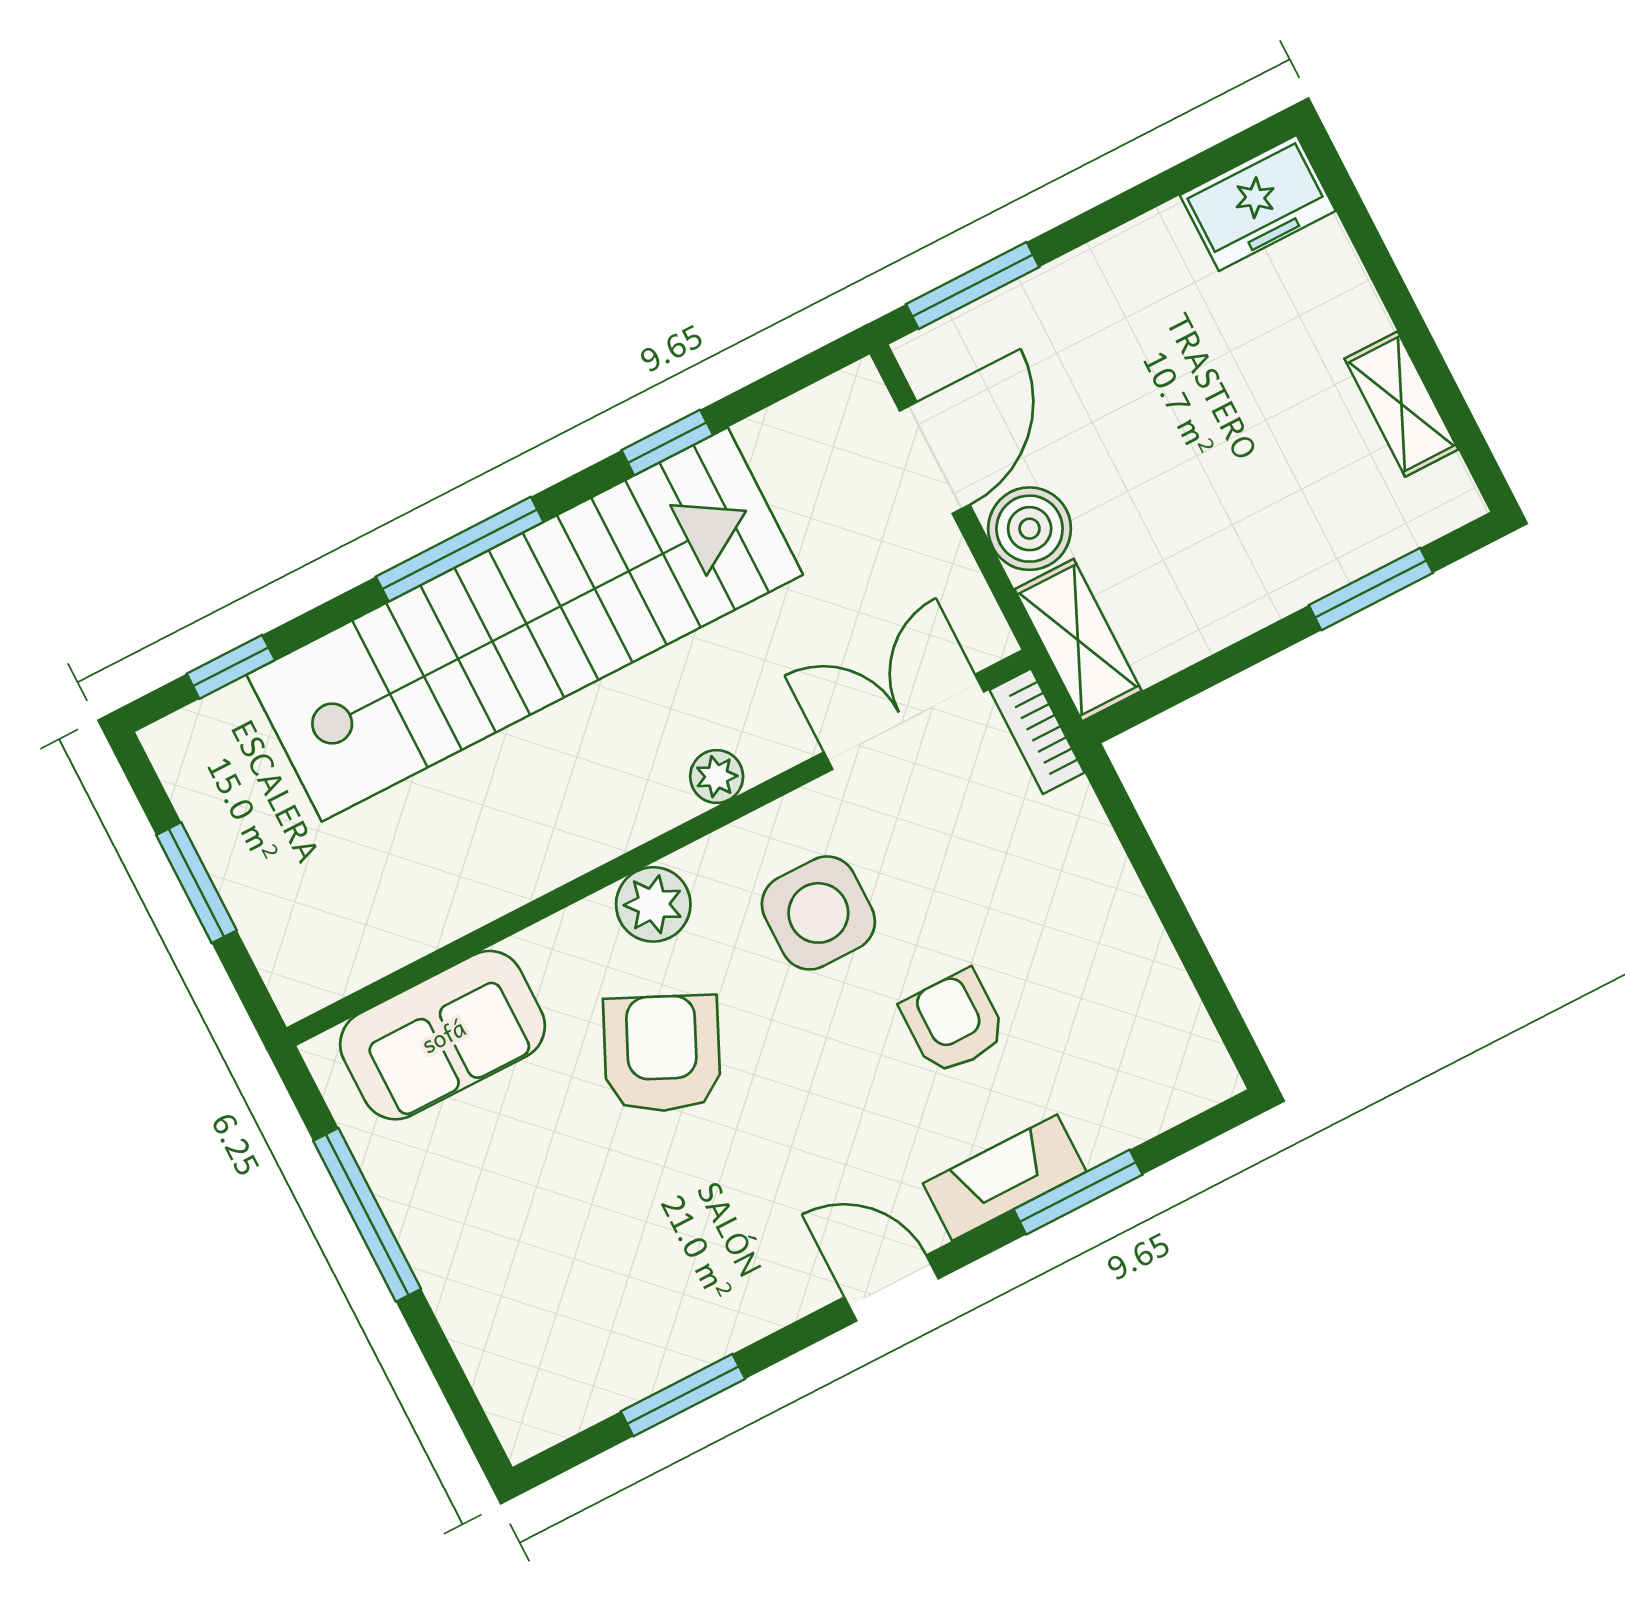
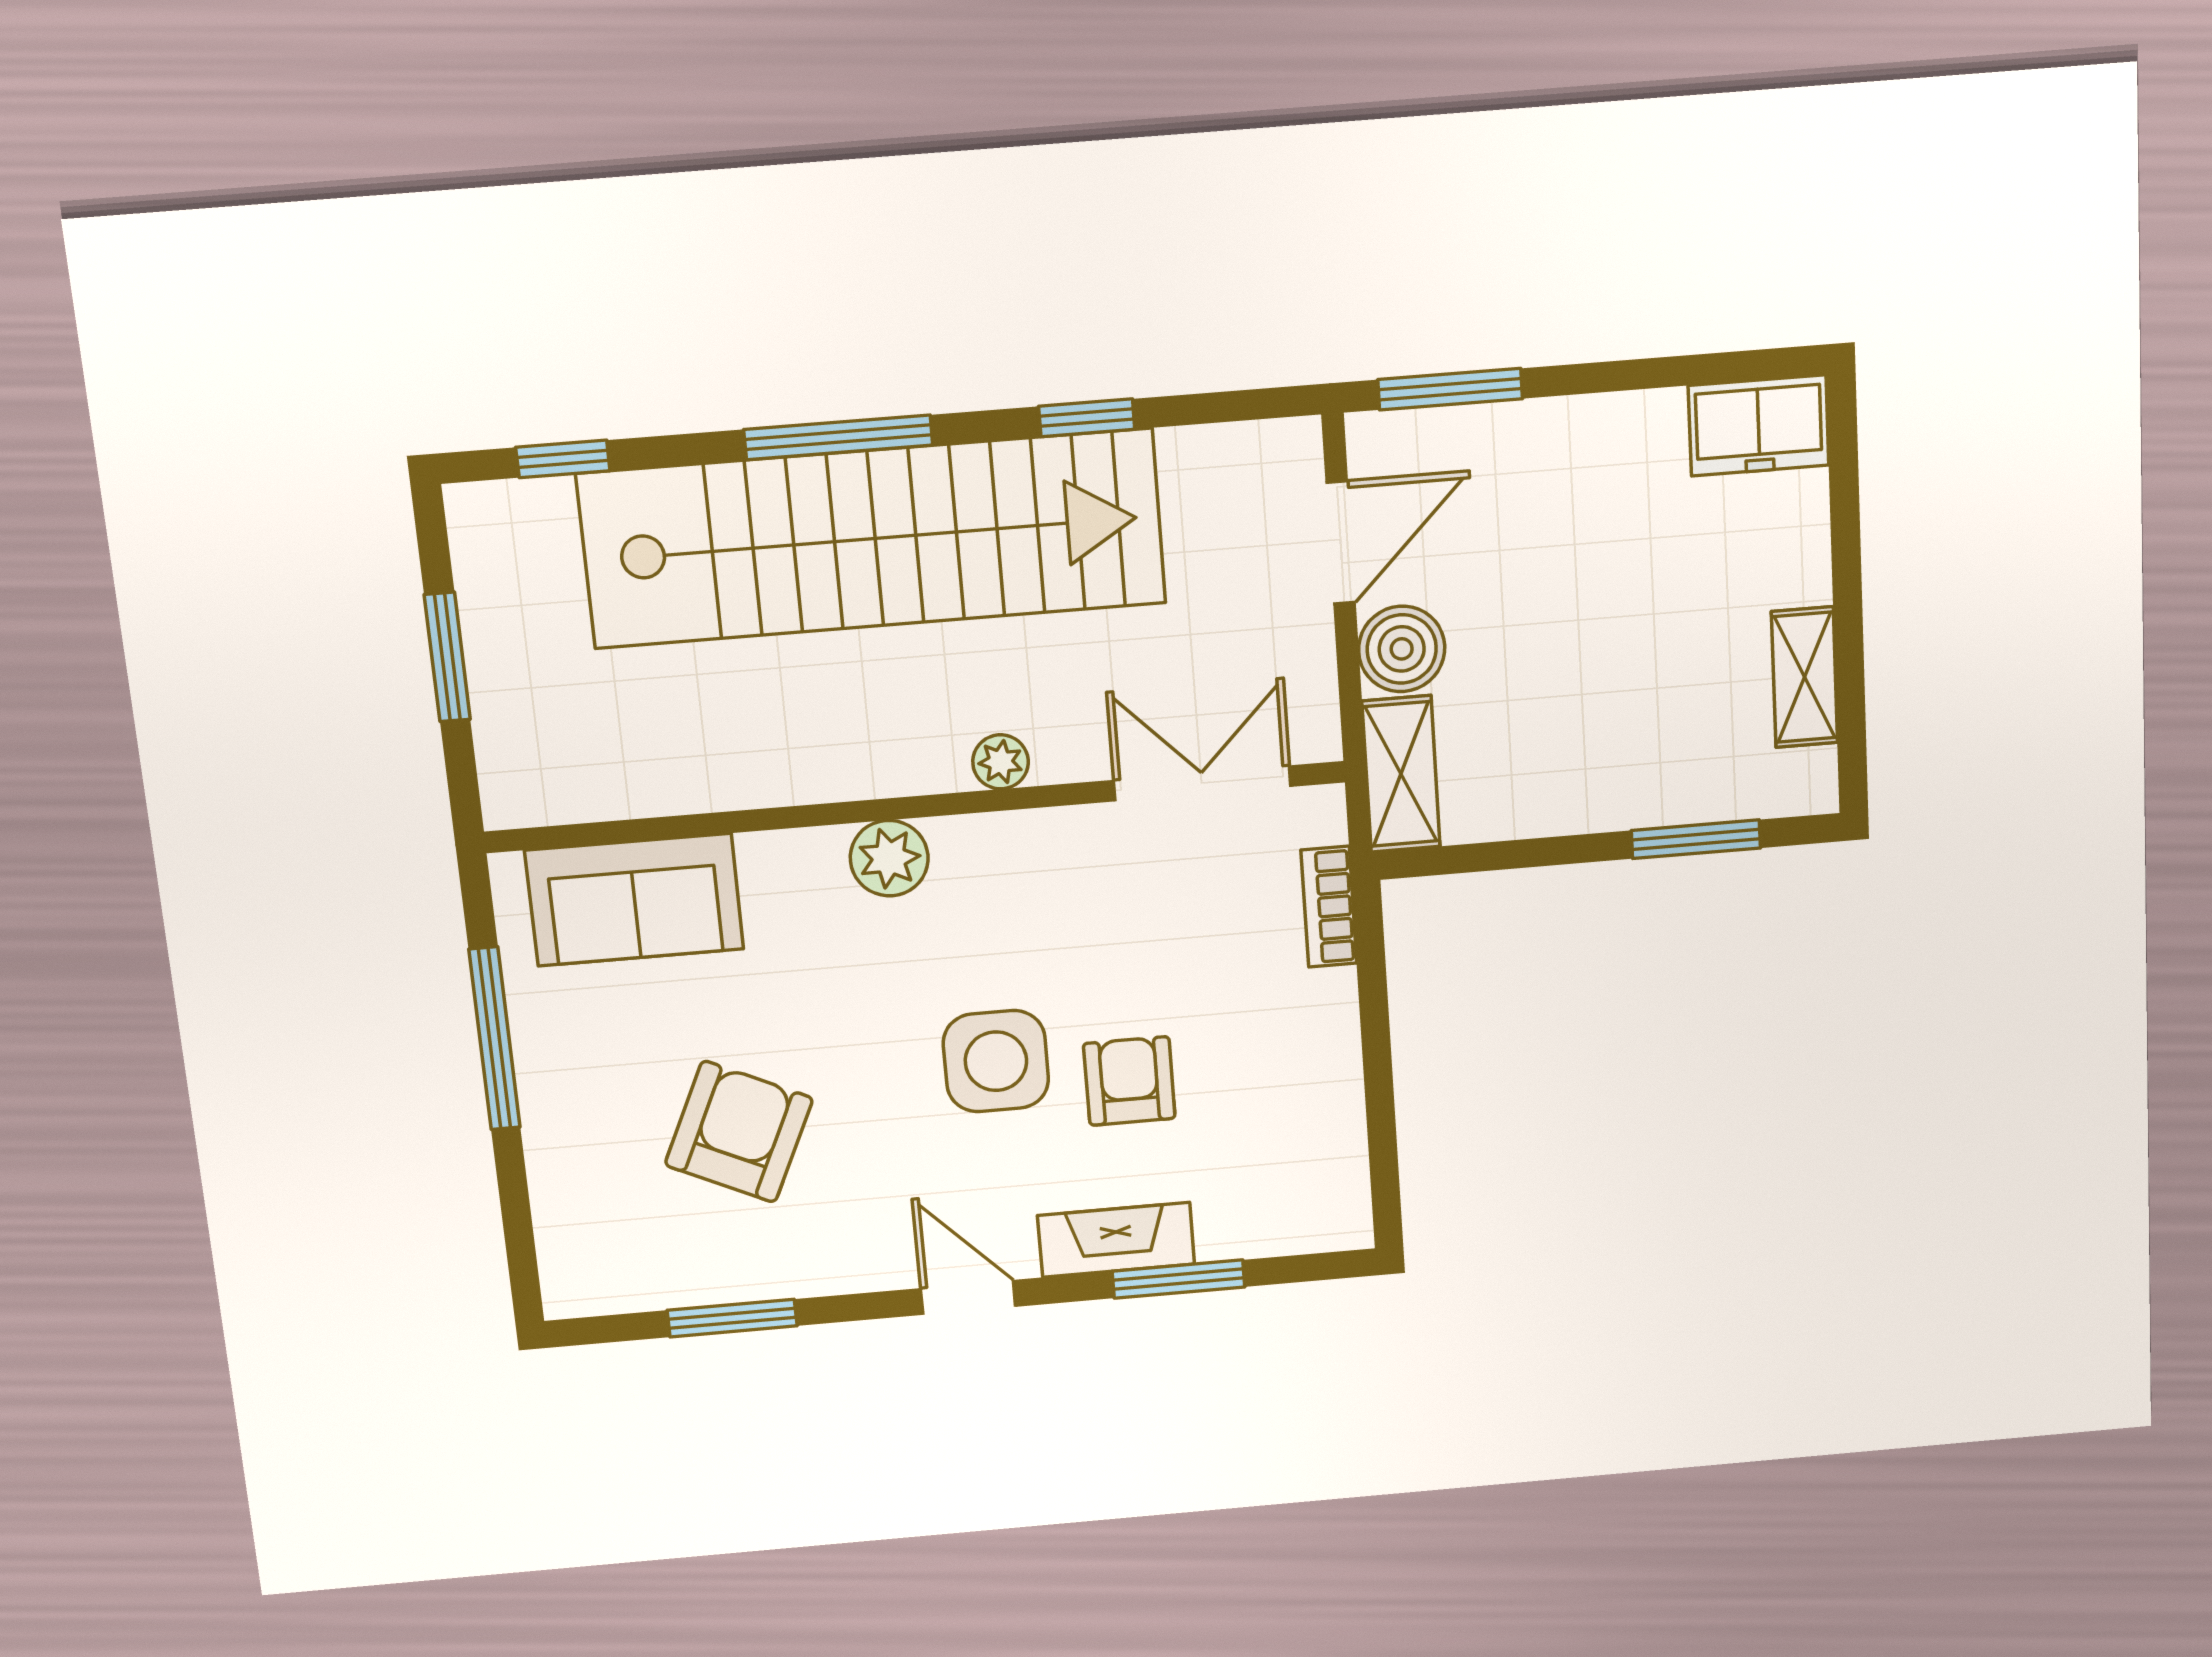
bookcase: (1037, 731) -> (1329, 907), moved
side table: (818, 913) -> (996, 1061), moved
armchair: (662, 1054) -> (739, 1132), moved

